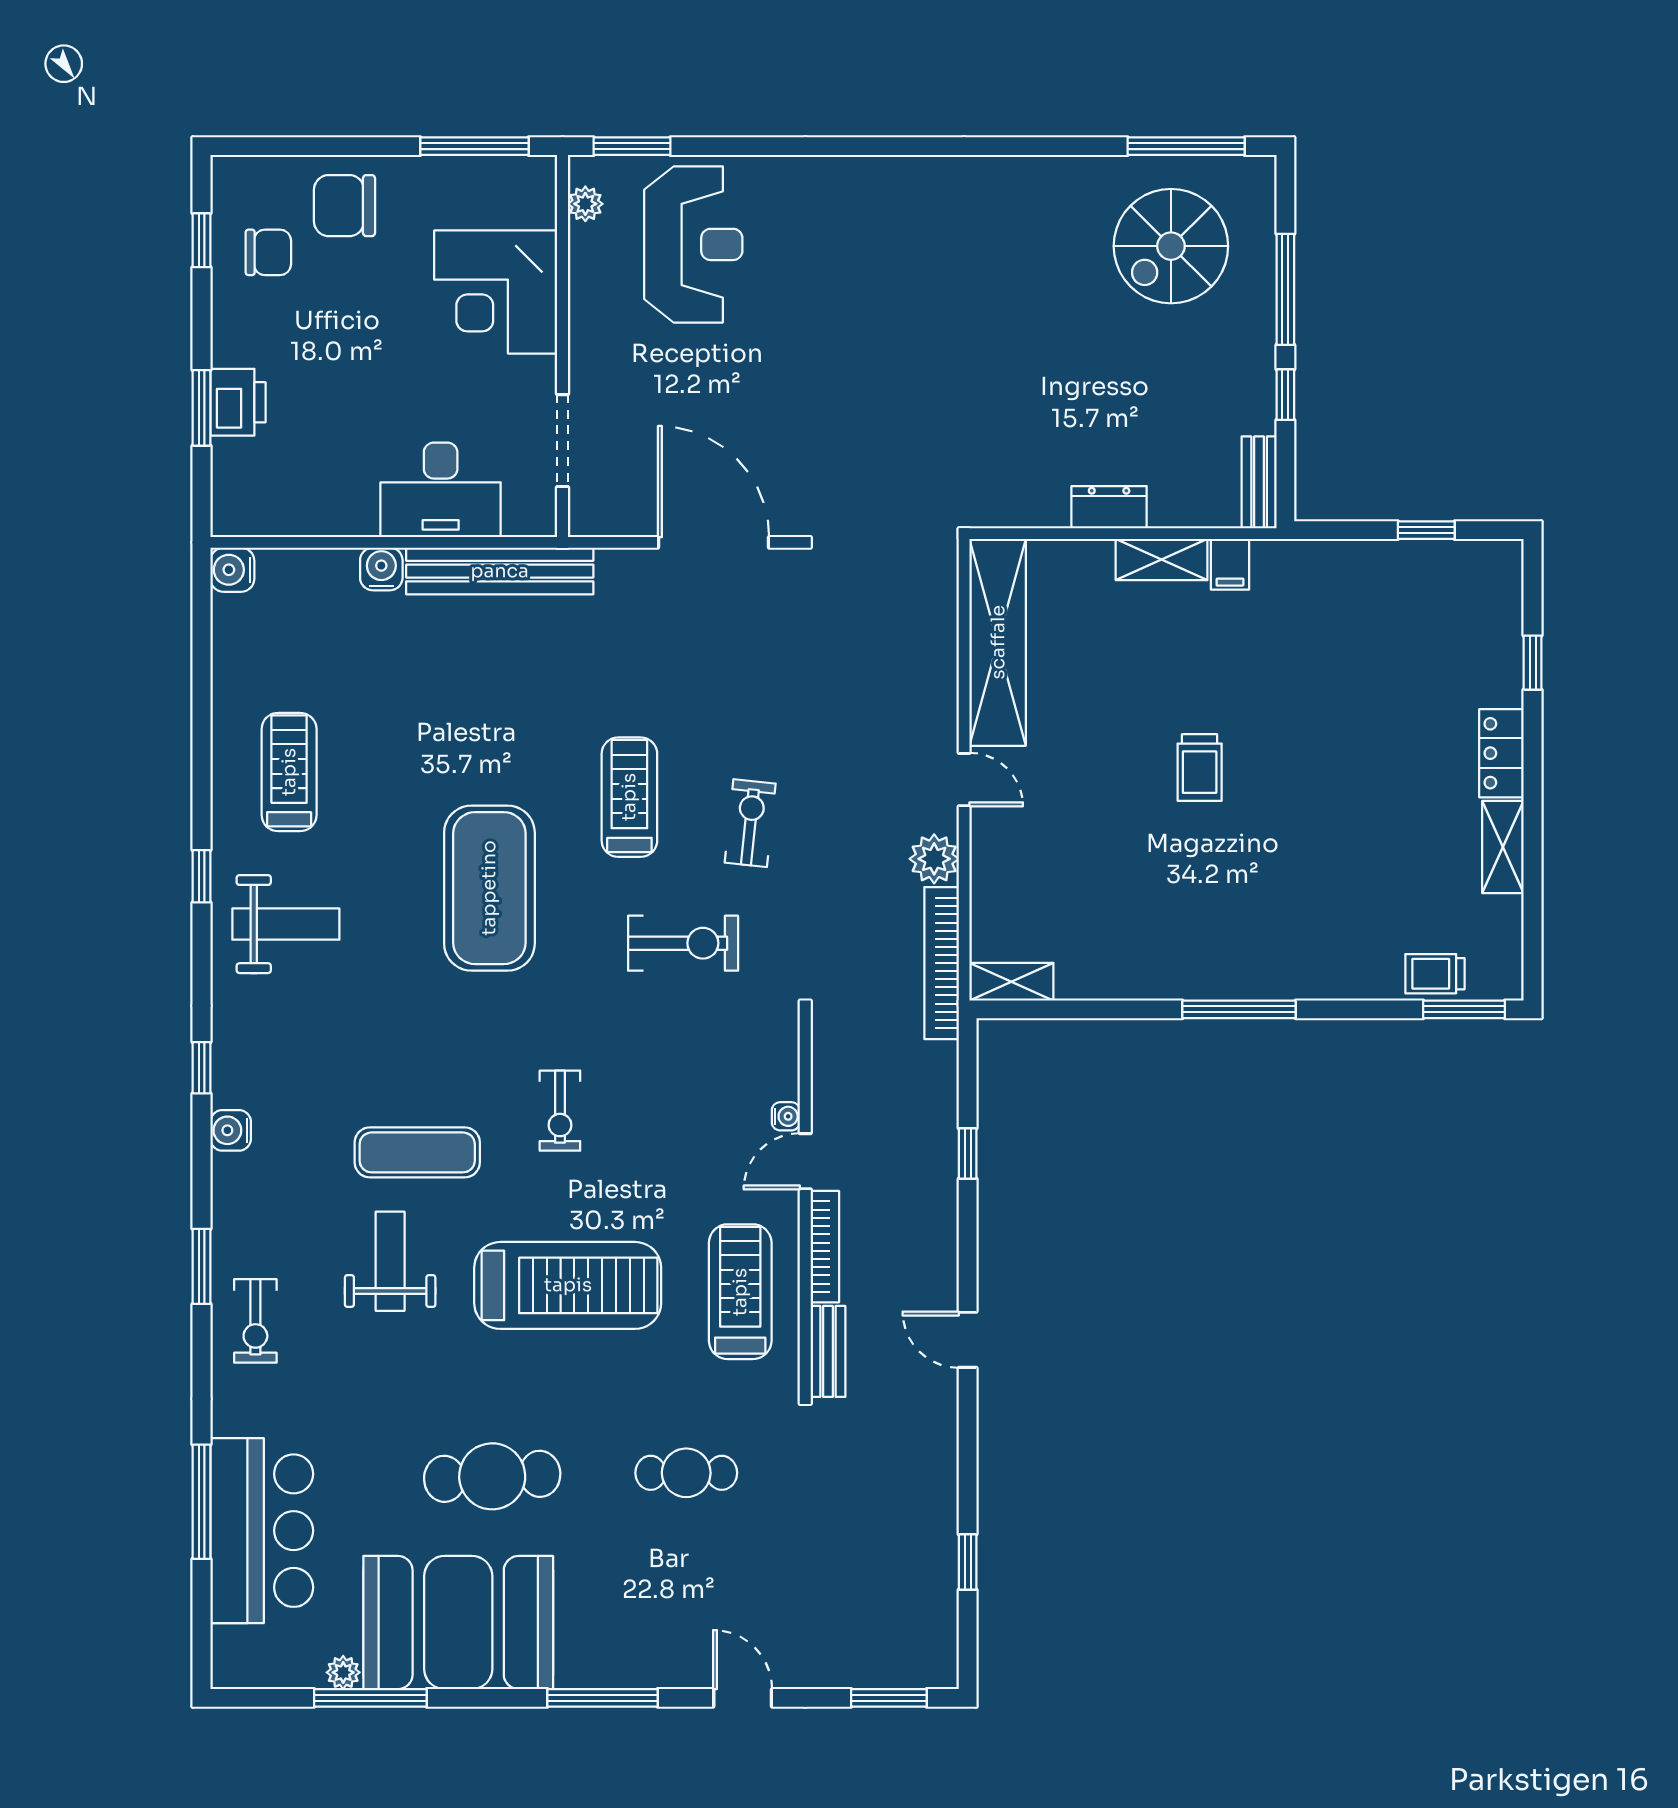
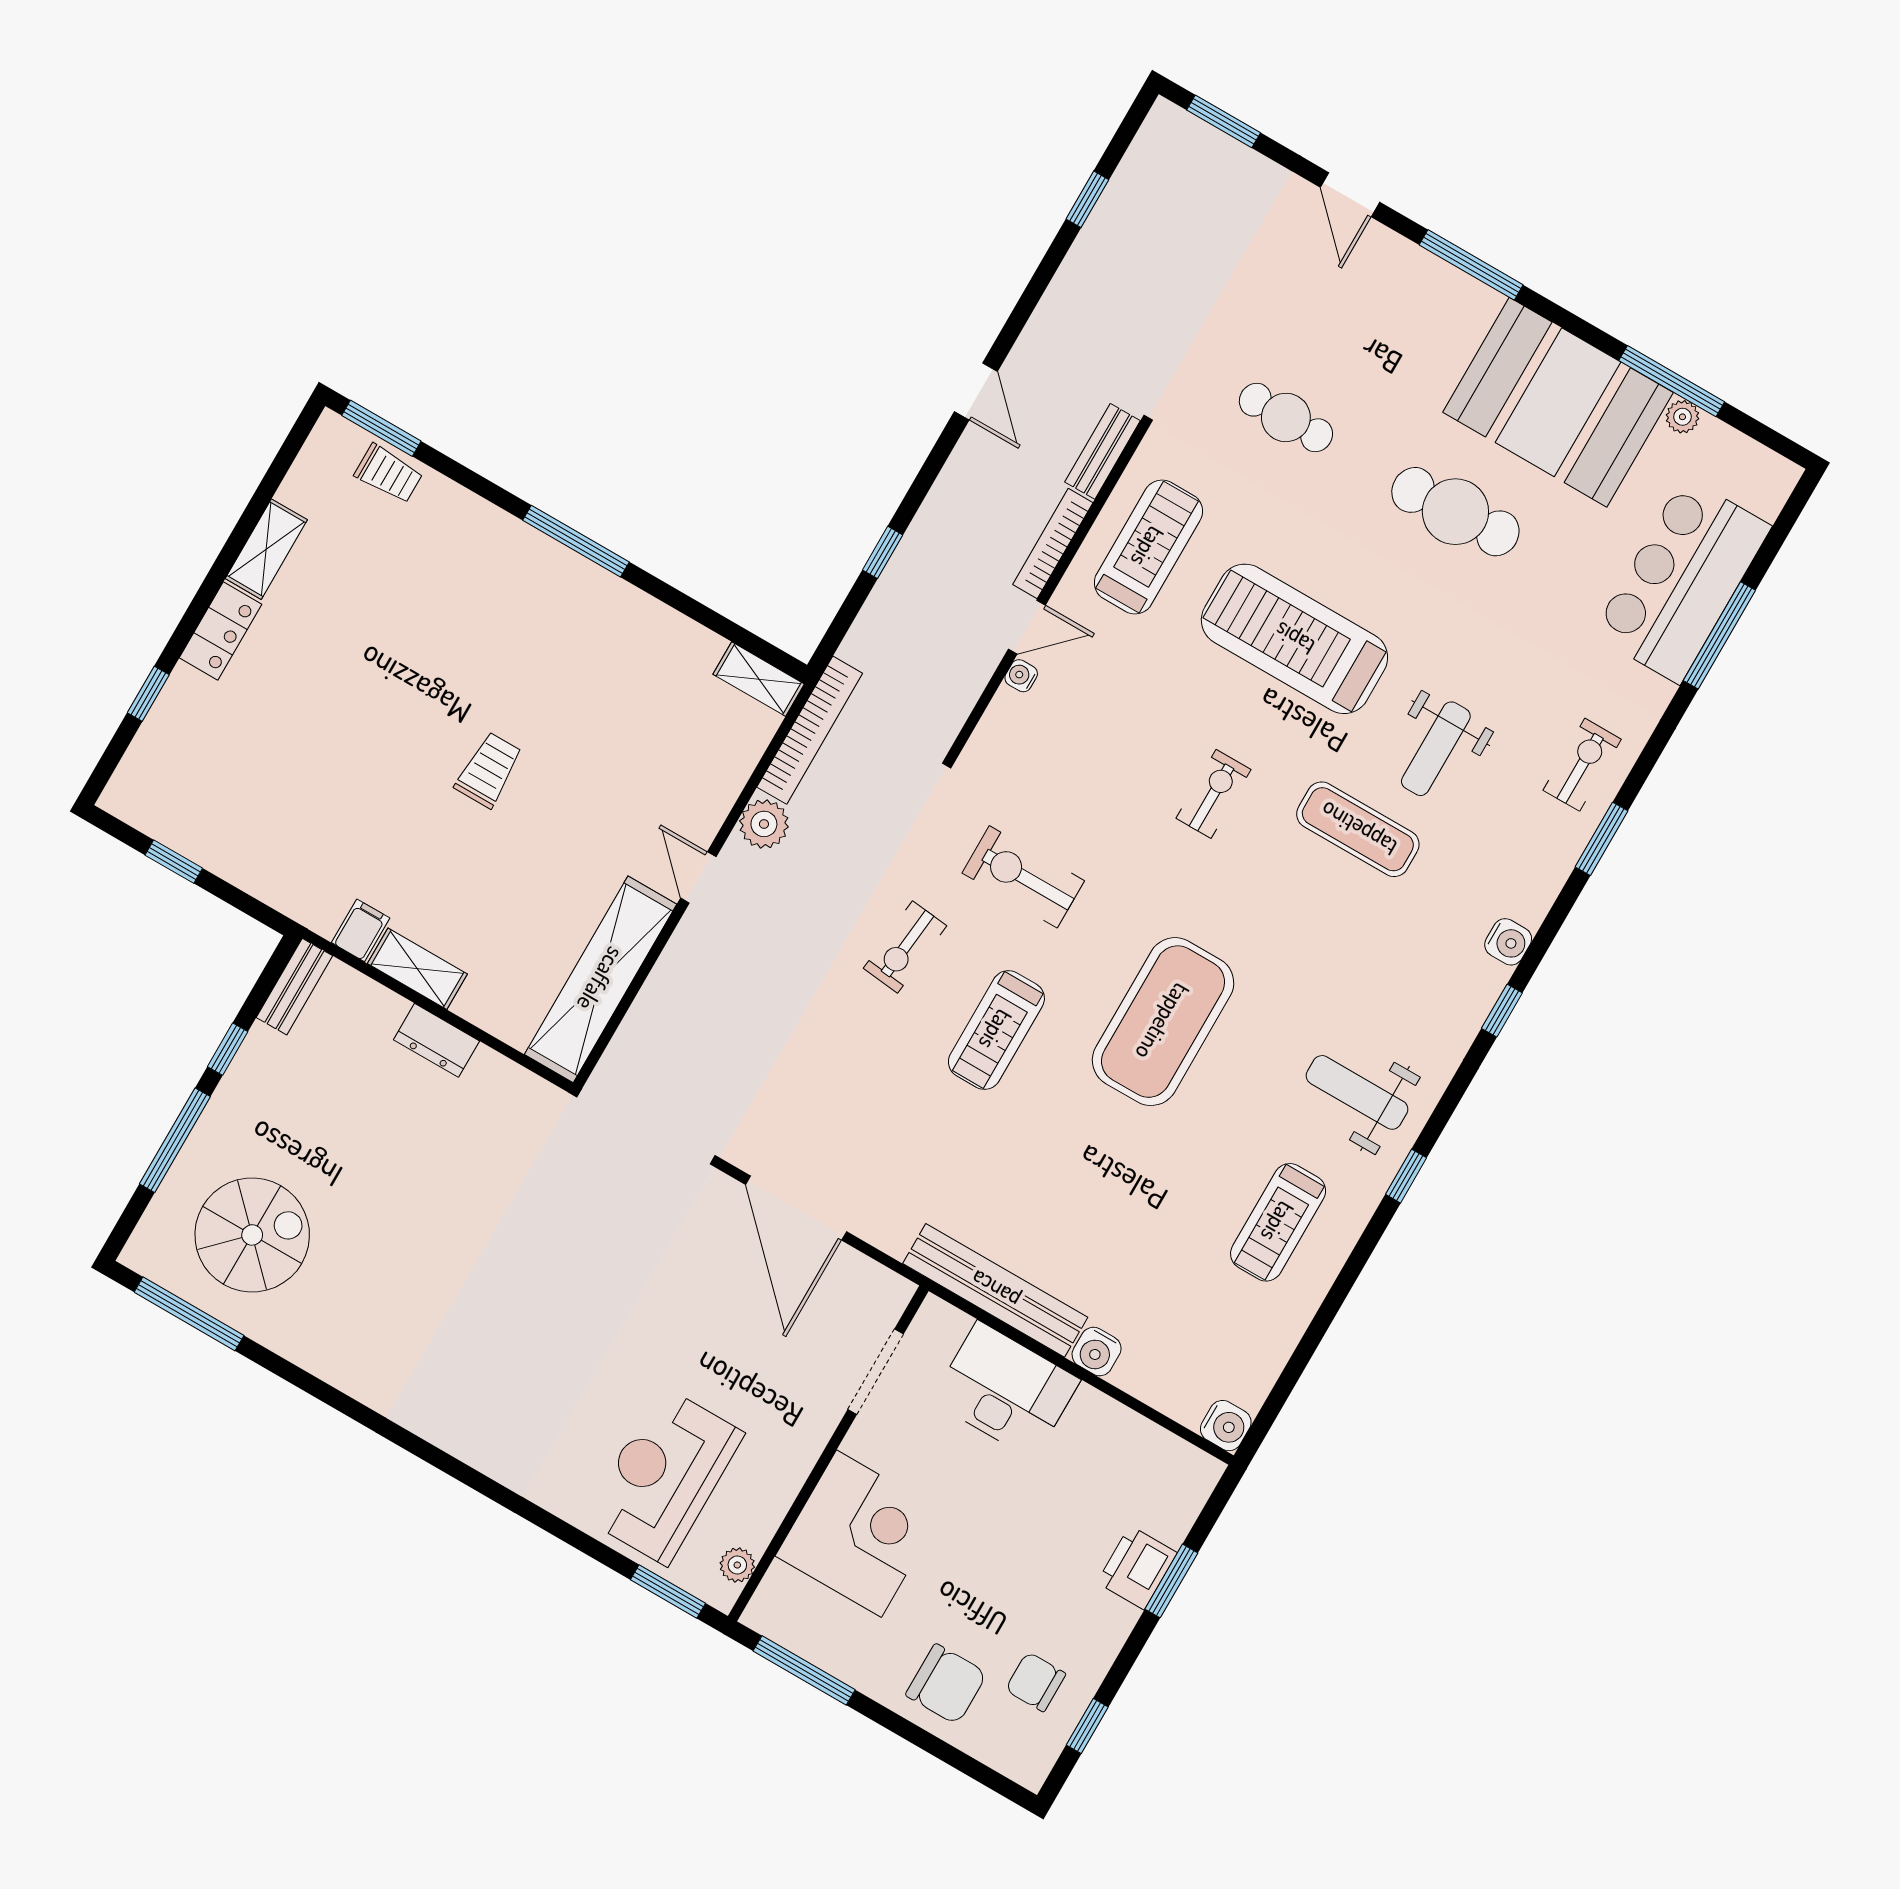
treadmill: (740, 1292) -> (1148, 547), turned 180

